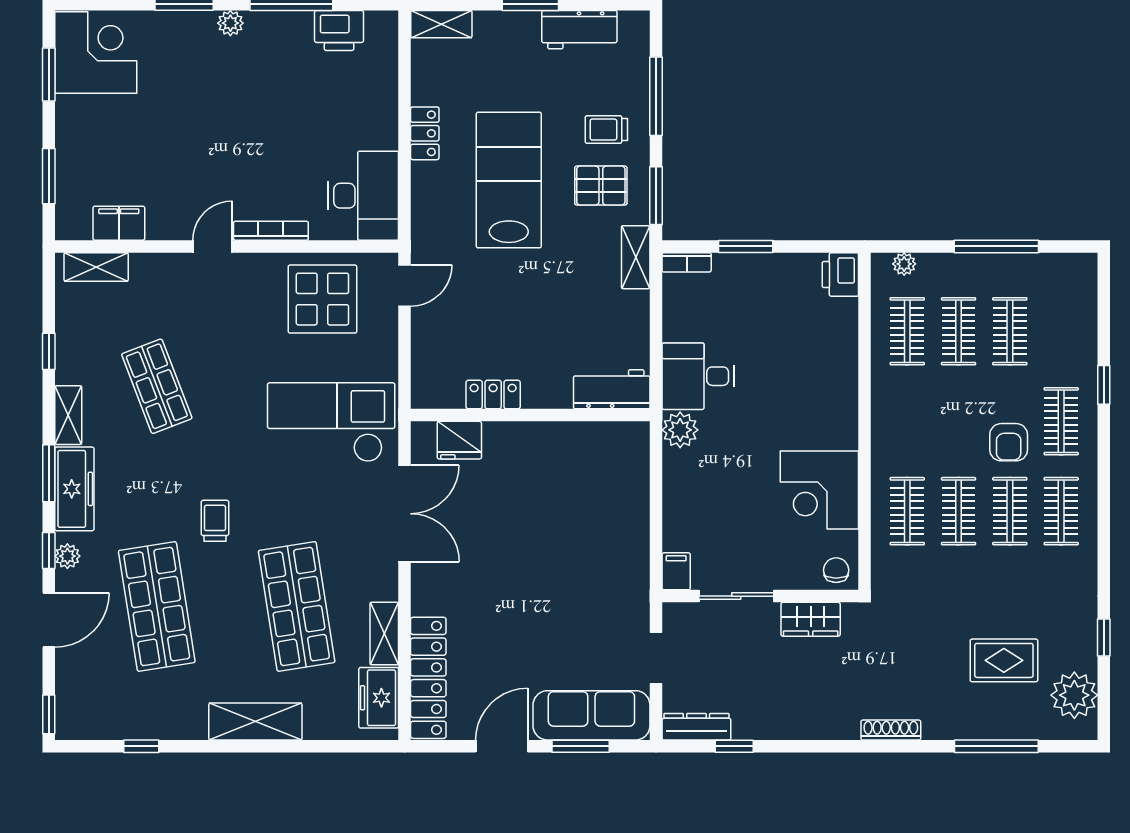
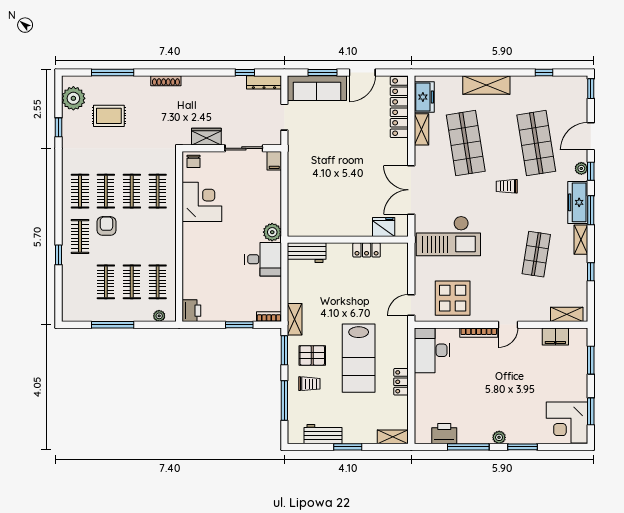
shop shelf: (157, 386) -> (536, 254), turned 30
trolley: (215, 521) -> (507, 186), turned 90

